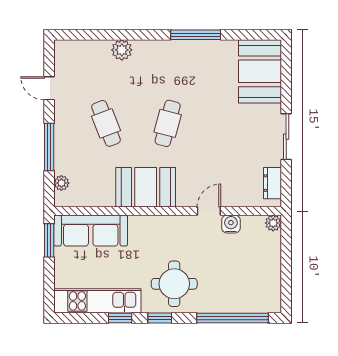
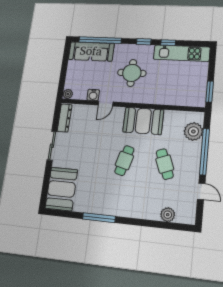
plant: (122, 50) -> (168, 215), moved
window: (49, 147) -> (205, 152), width x1.46
plant: (61, 183) -> (193, 131), width x1.87, depth x1.87
dresser: (272, 183) -> (65, 118), width x1.44
sofa: (91, 231) -> (91, 51), moved, turned 180
round table: (174, 284) -> (132, 73), moved

